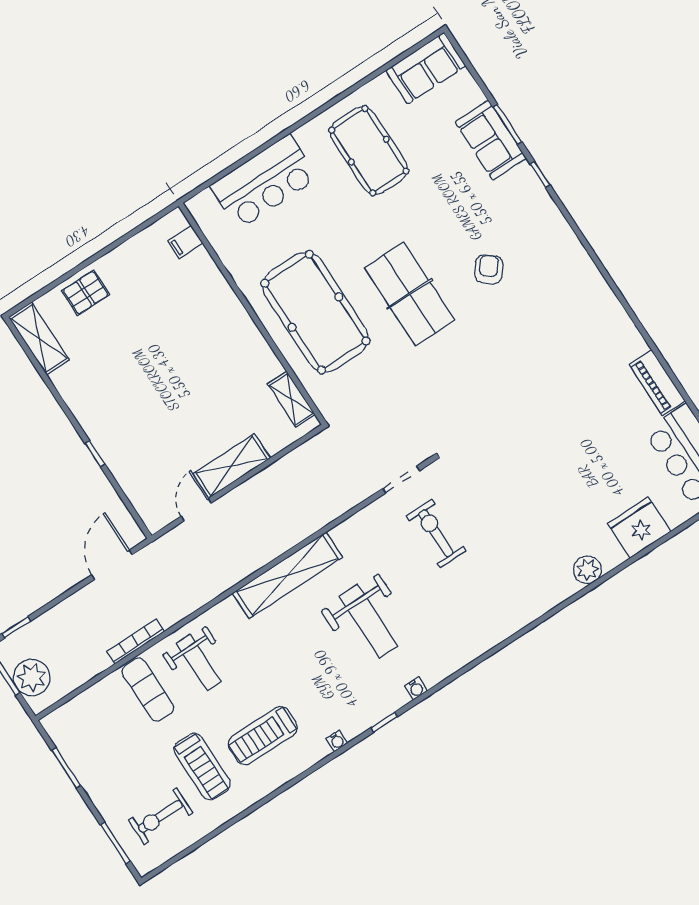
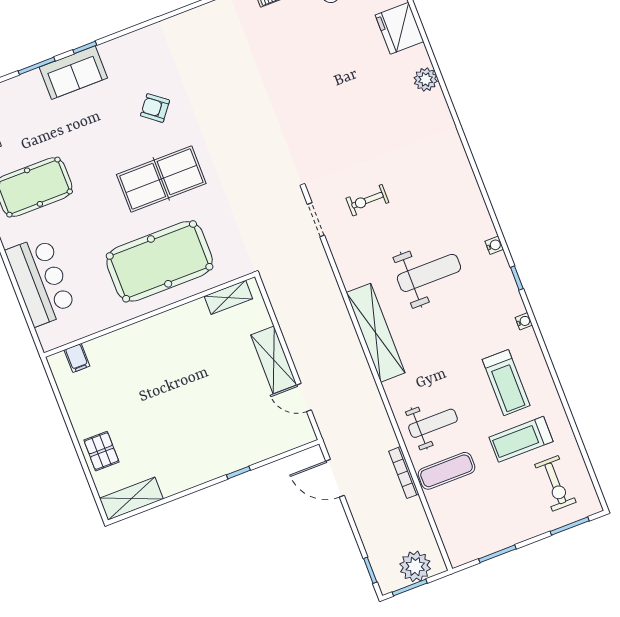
sofa: (491, 140) -> (73, 73), moved
exercise bike: (436, 533) -> (367, 200), width x0.73, depth x0.72
treadmill: (202, 767) -> (521, 439), turned 180

